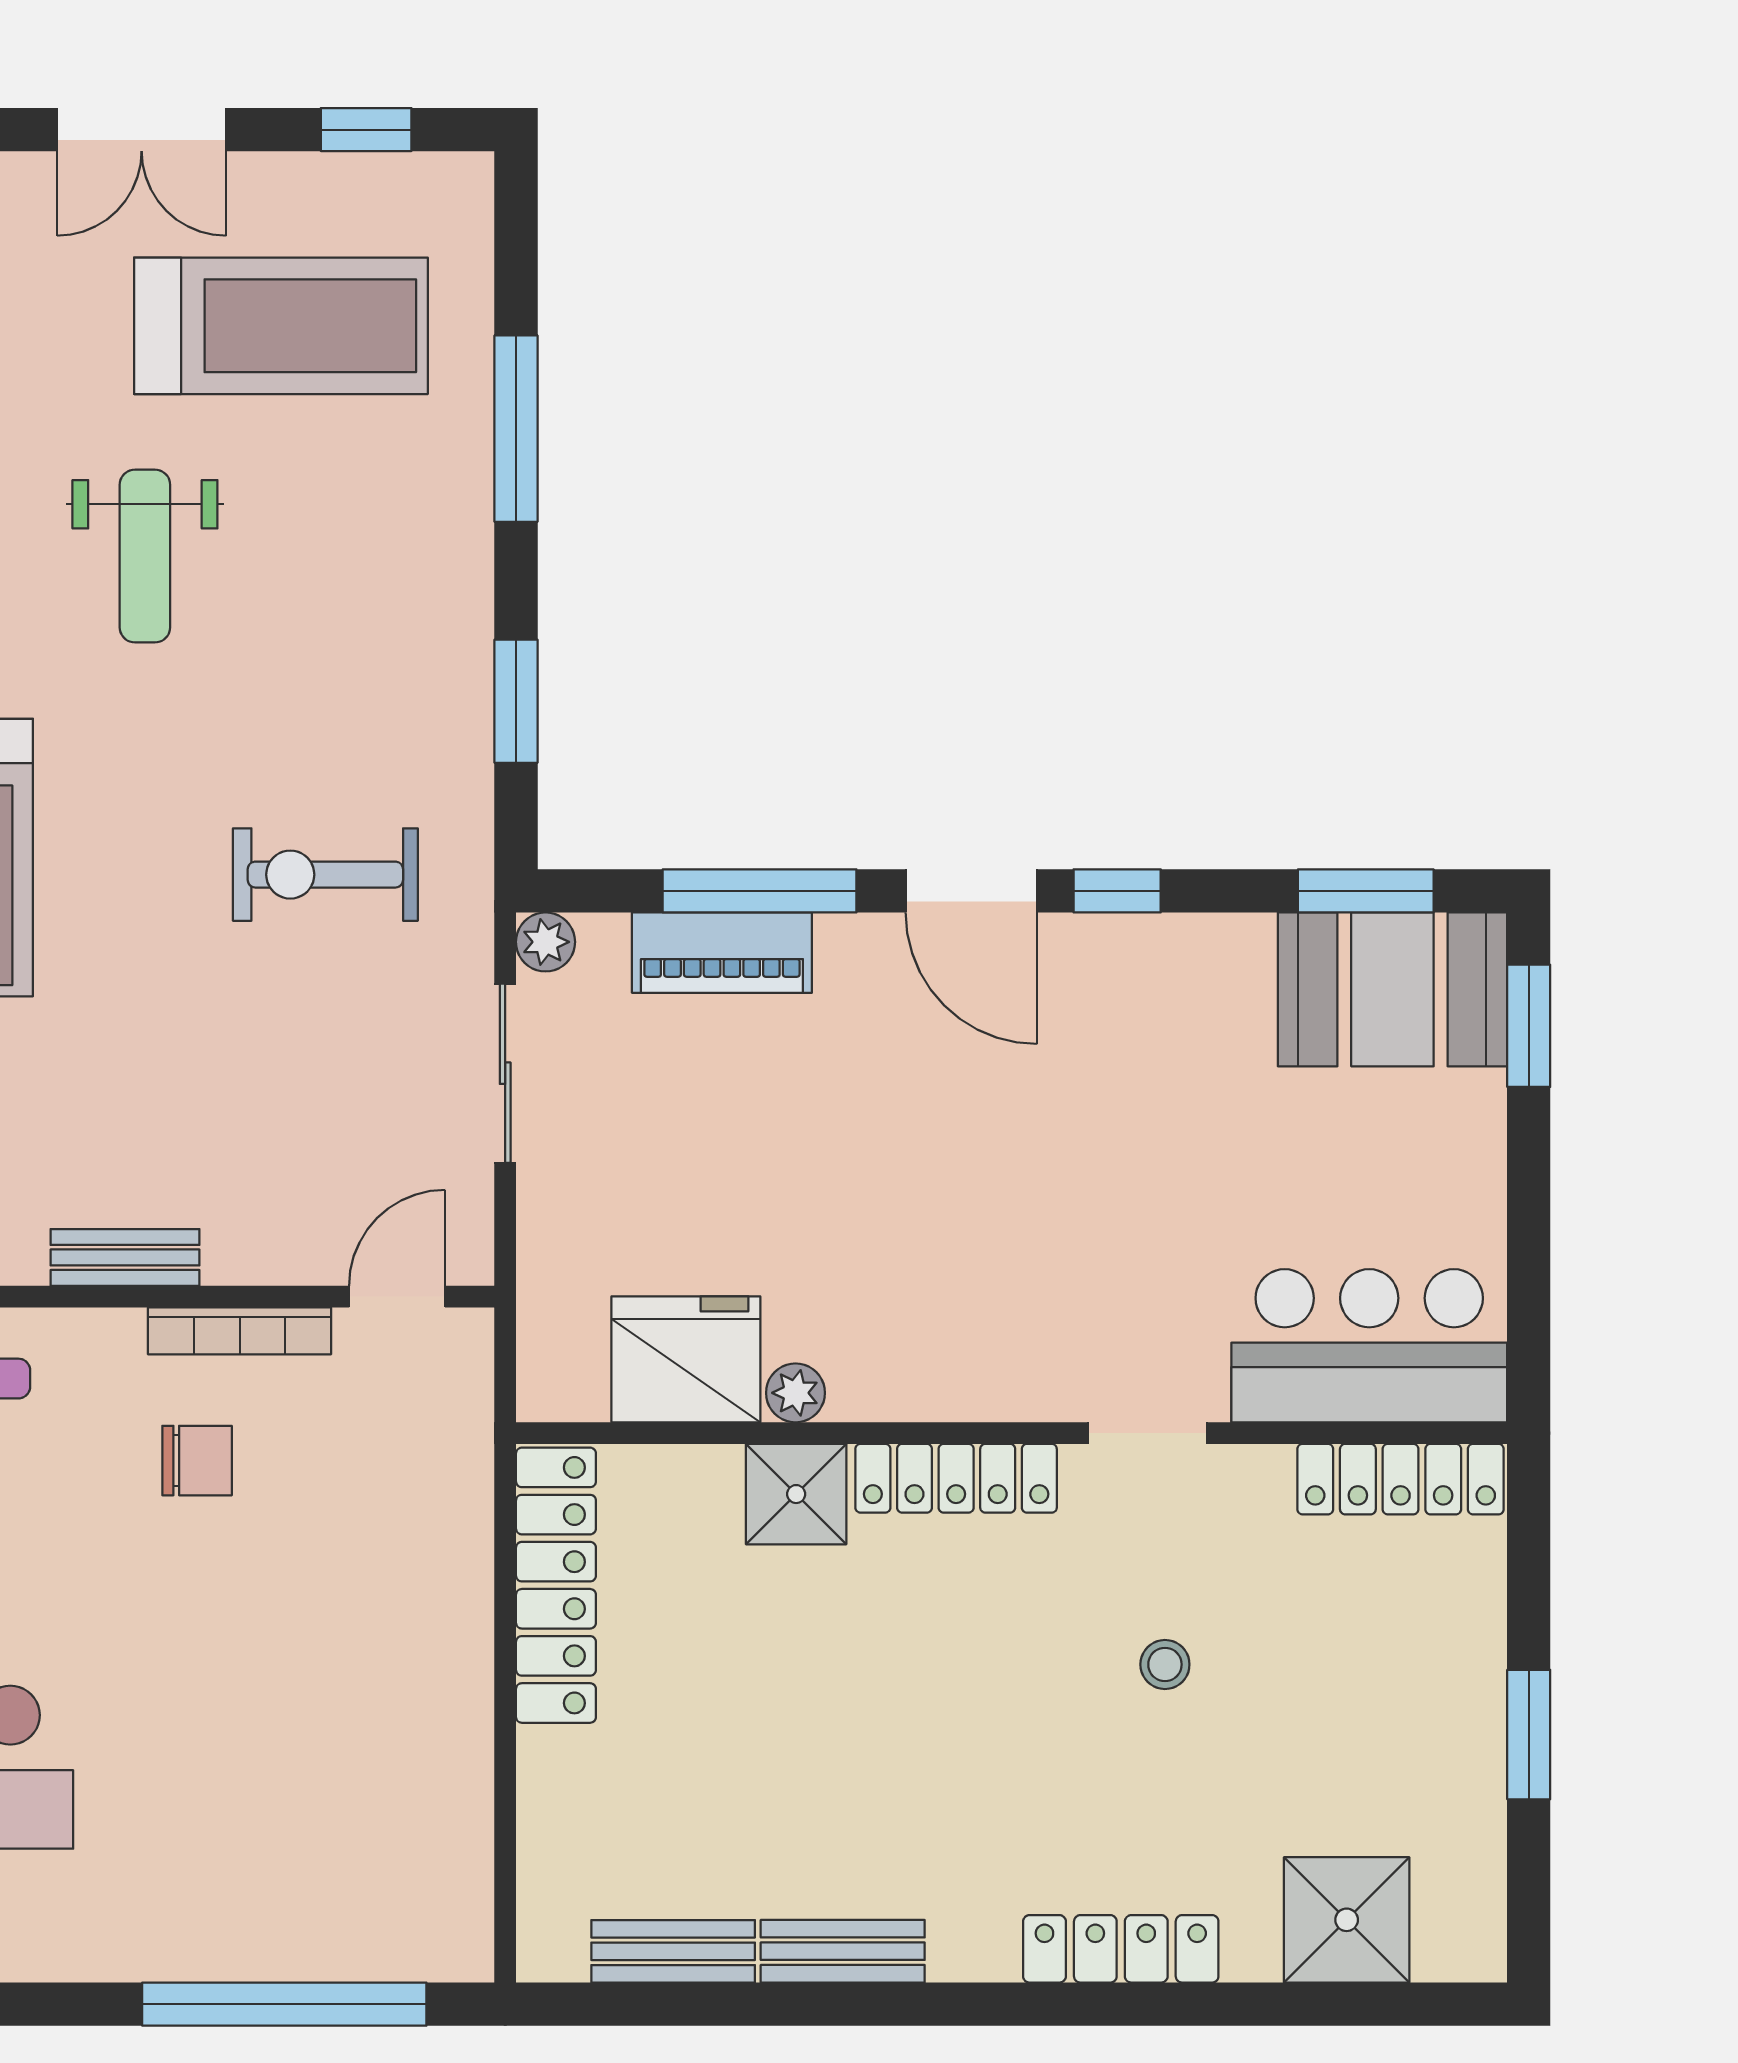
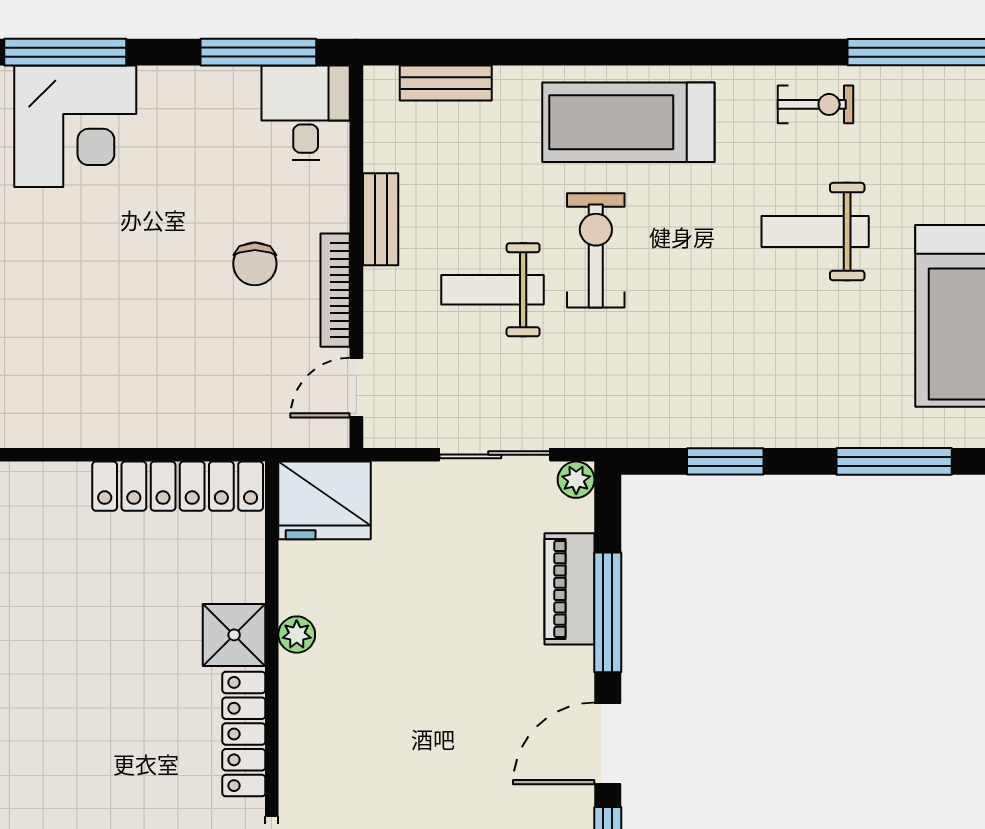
exercise bike: (325, 875) -> (596, 250), moved
weight bench: (239, 1077) -> (492, 290), added
door: (397, 1297) -> (356, 388), swing flipped
fridge: (686, 1359) -> (325, 500), moved, turned 90

